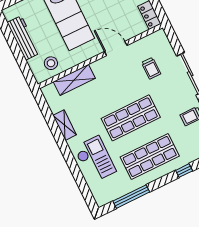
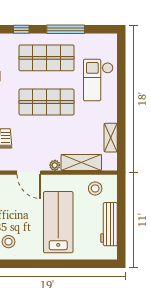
plant: (96, 66) -> (55, 165), added
shelving: (65, 125) -> (111, 138), moved
window: (131, 197) -> (66, 29), moved

